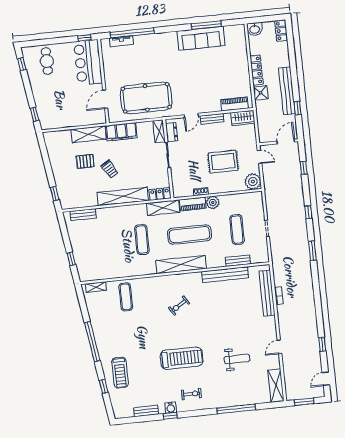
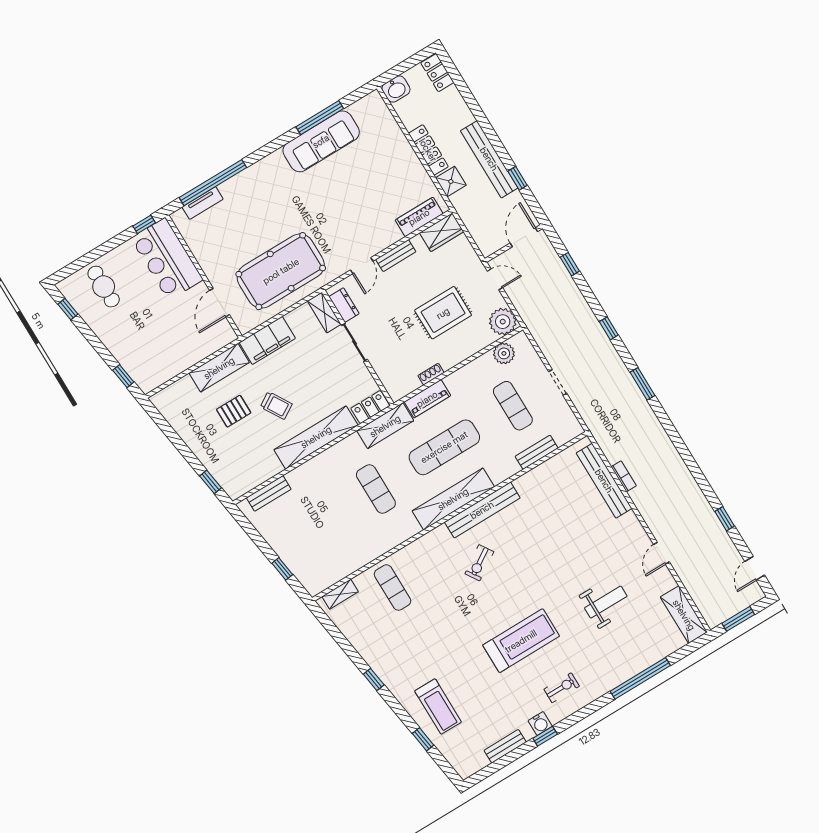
plant: (213, 202) -> (504, 353), moved
bench: (225, 275) -> (482, 510), moved
window: (92, 342) -> (374, 679), width x0.32

